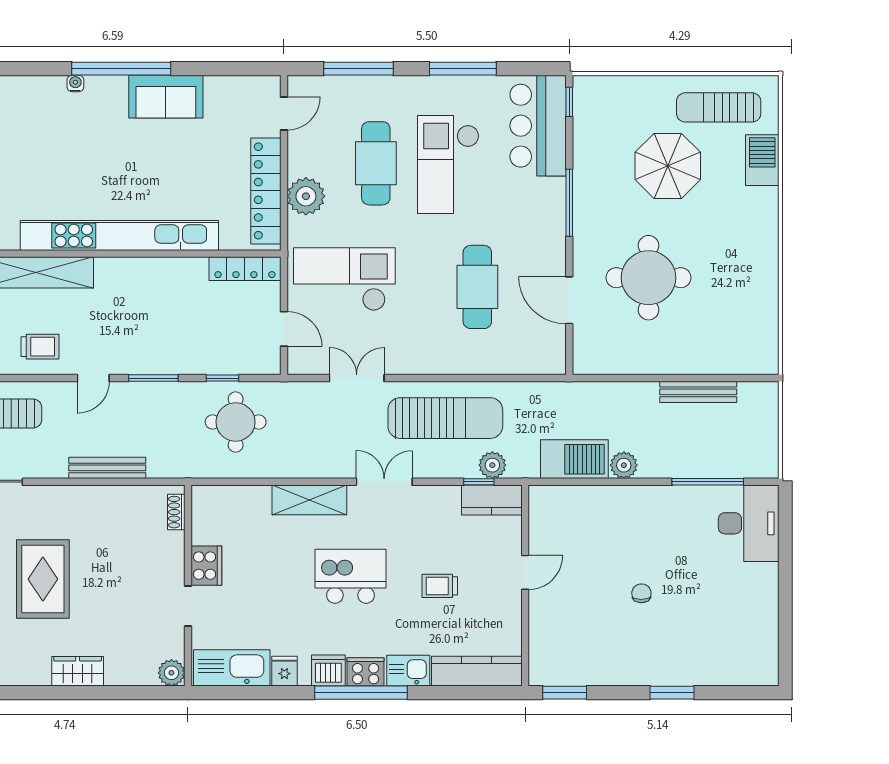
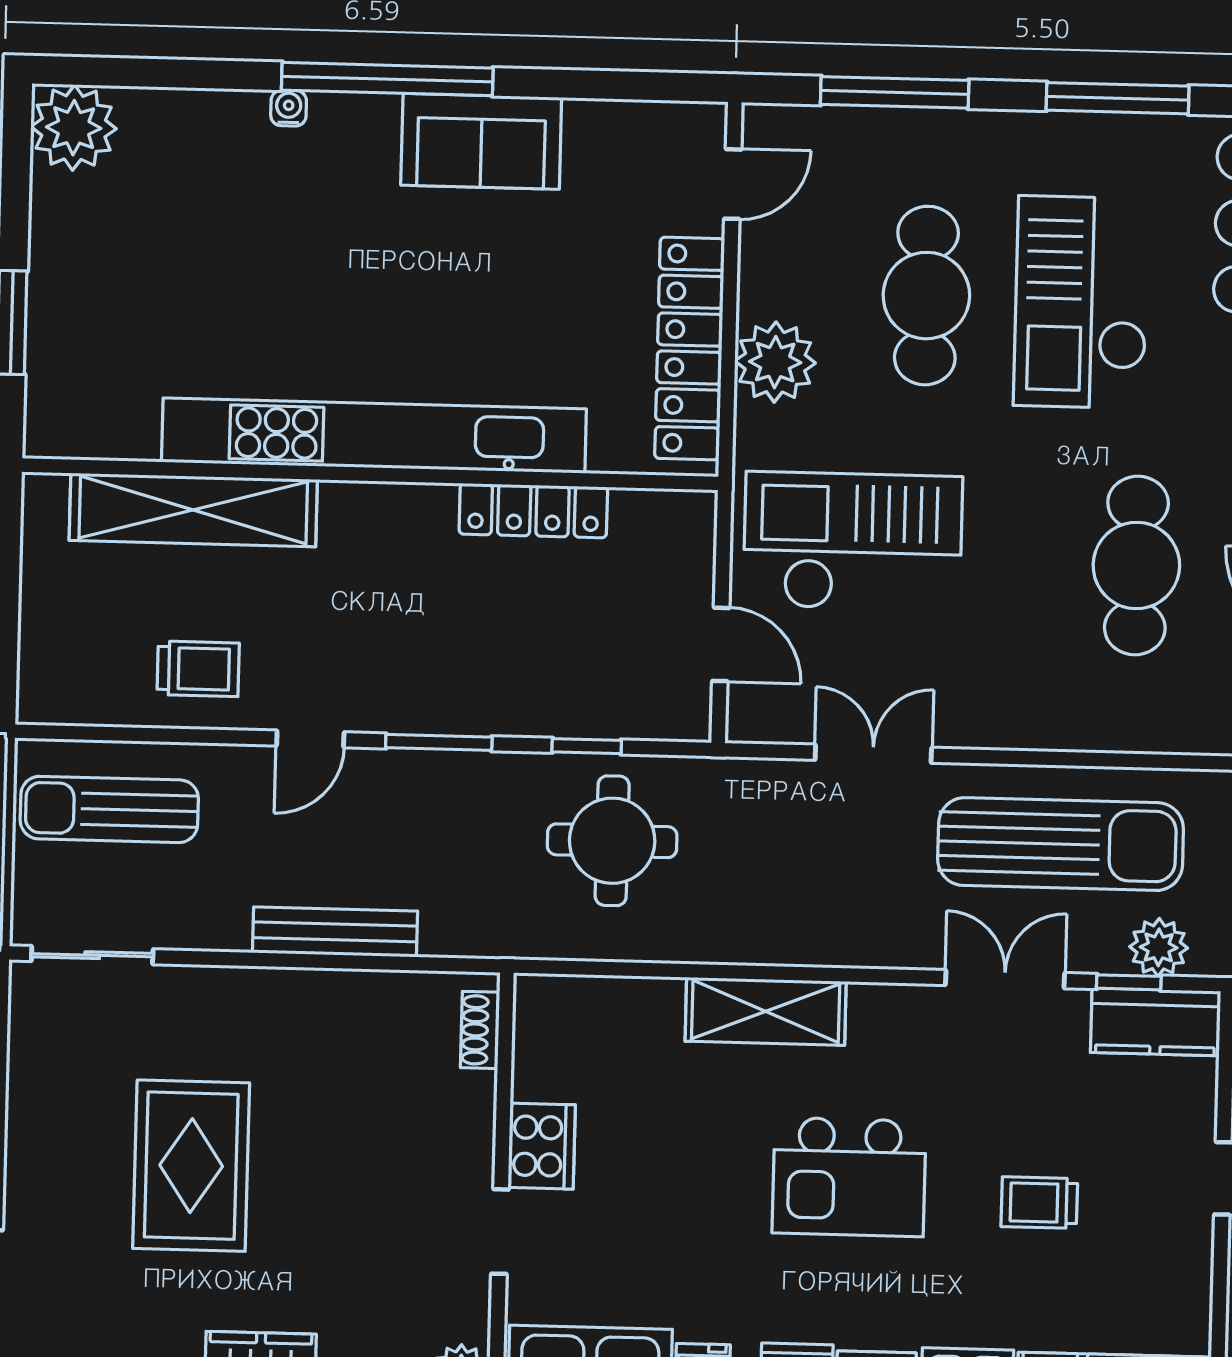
locker: (245, 269) -> (533, 511), moved
double door: (384, 482) -> (1005, 979), moved
kitchen island: (350, 576) -> (849, 1177), turned 180

